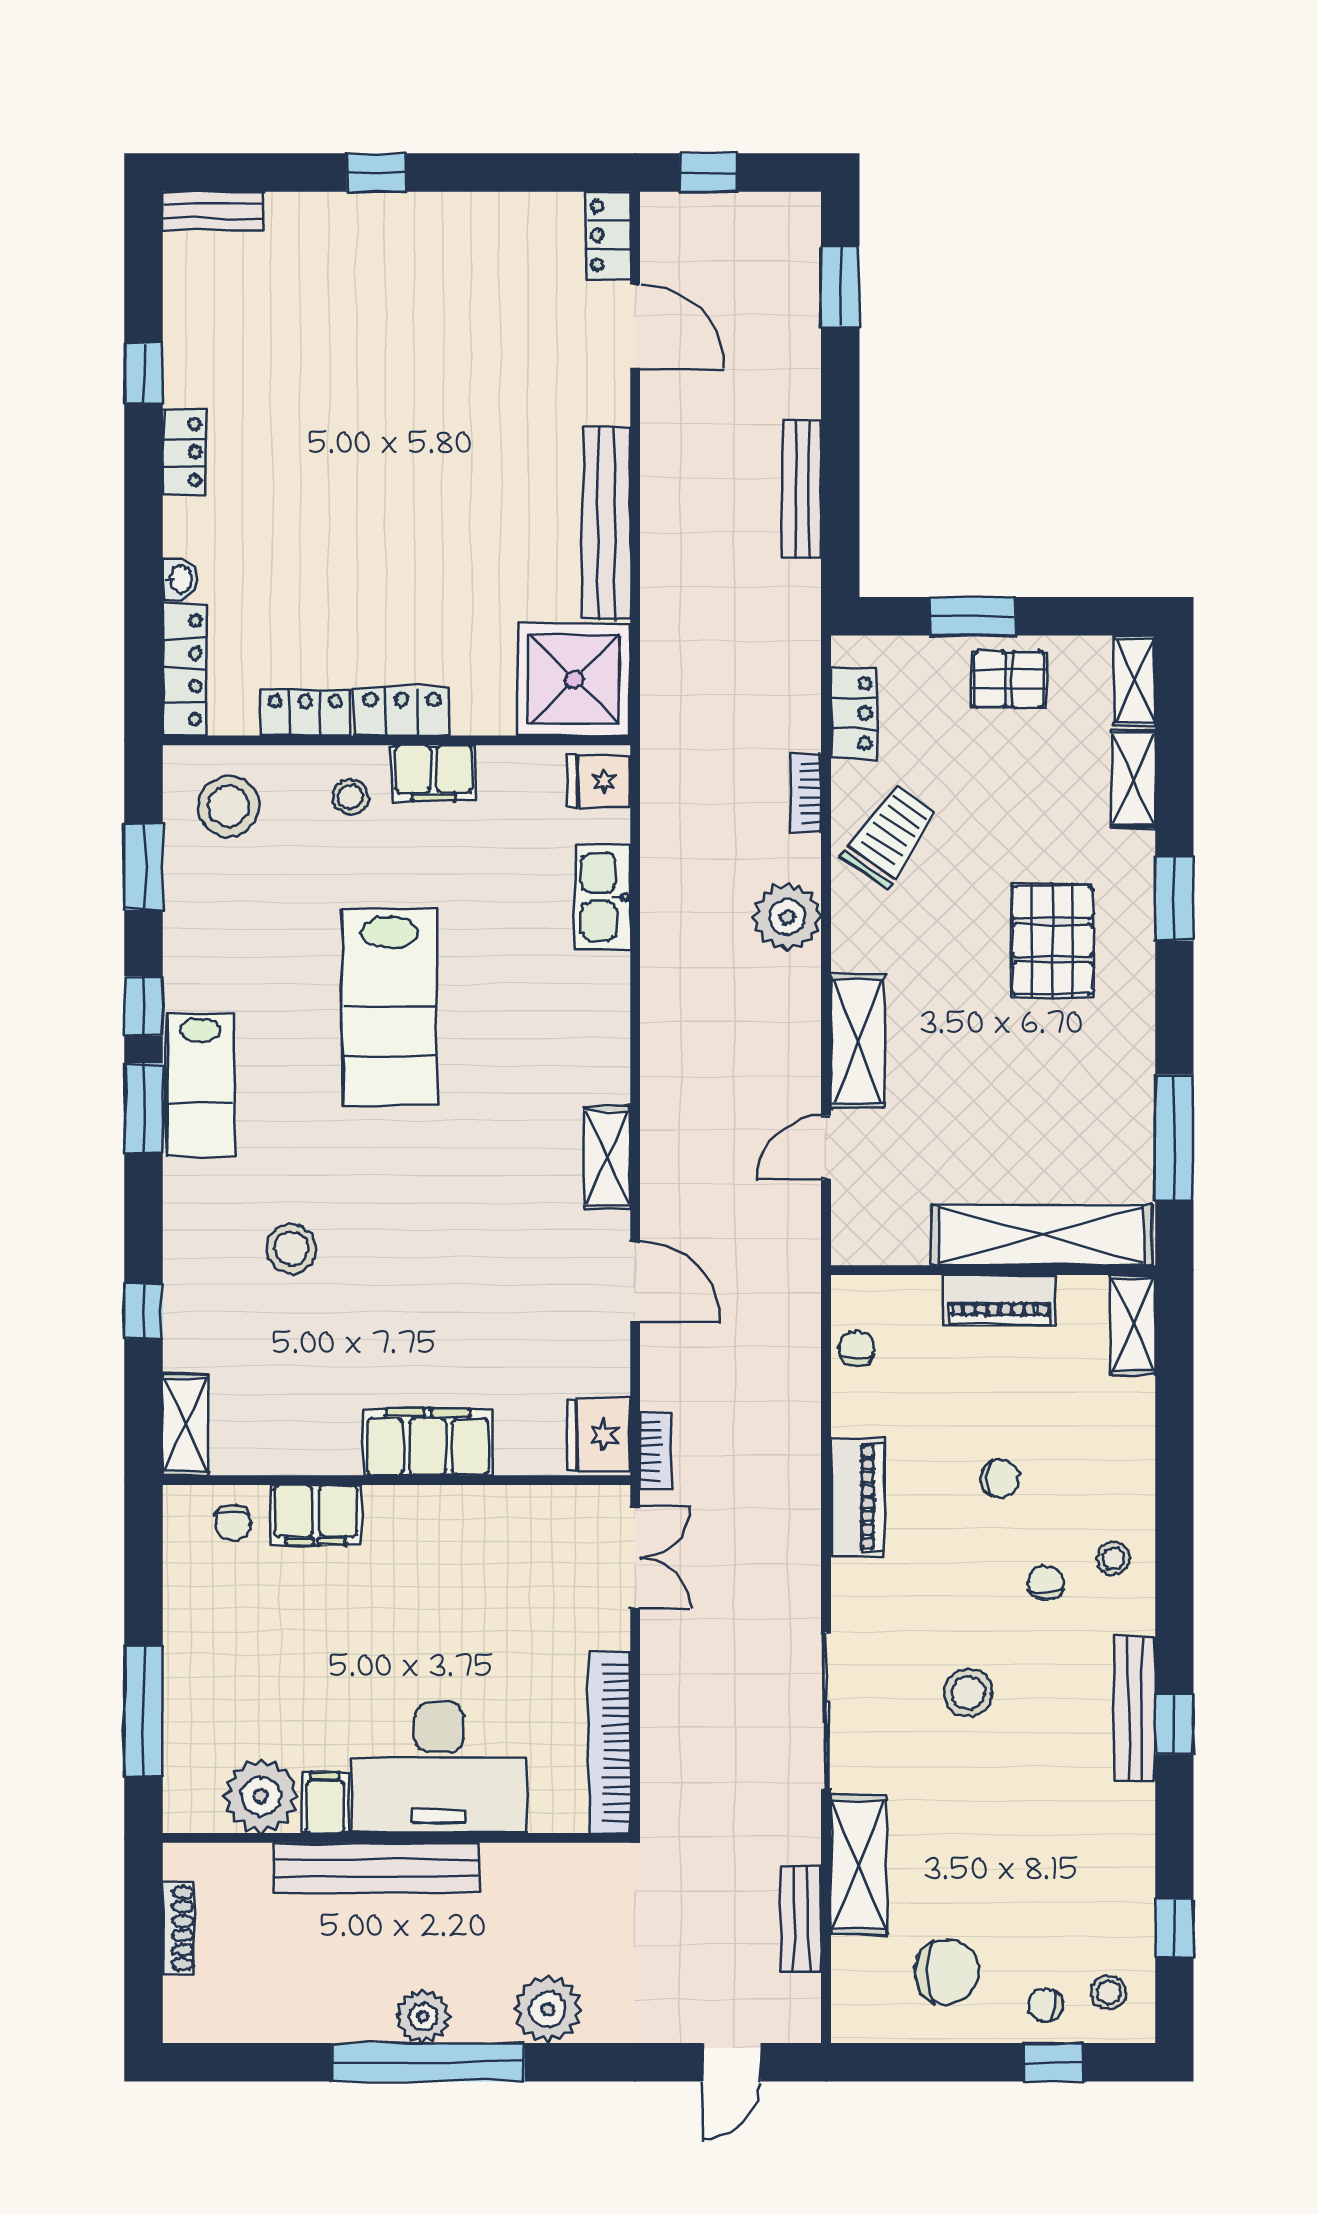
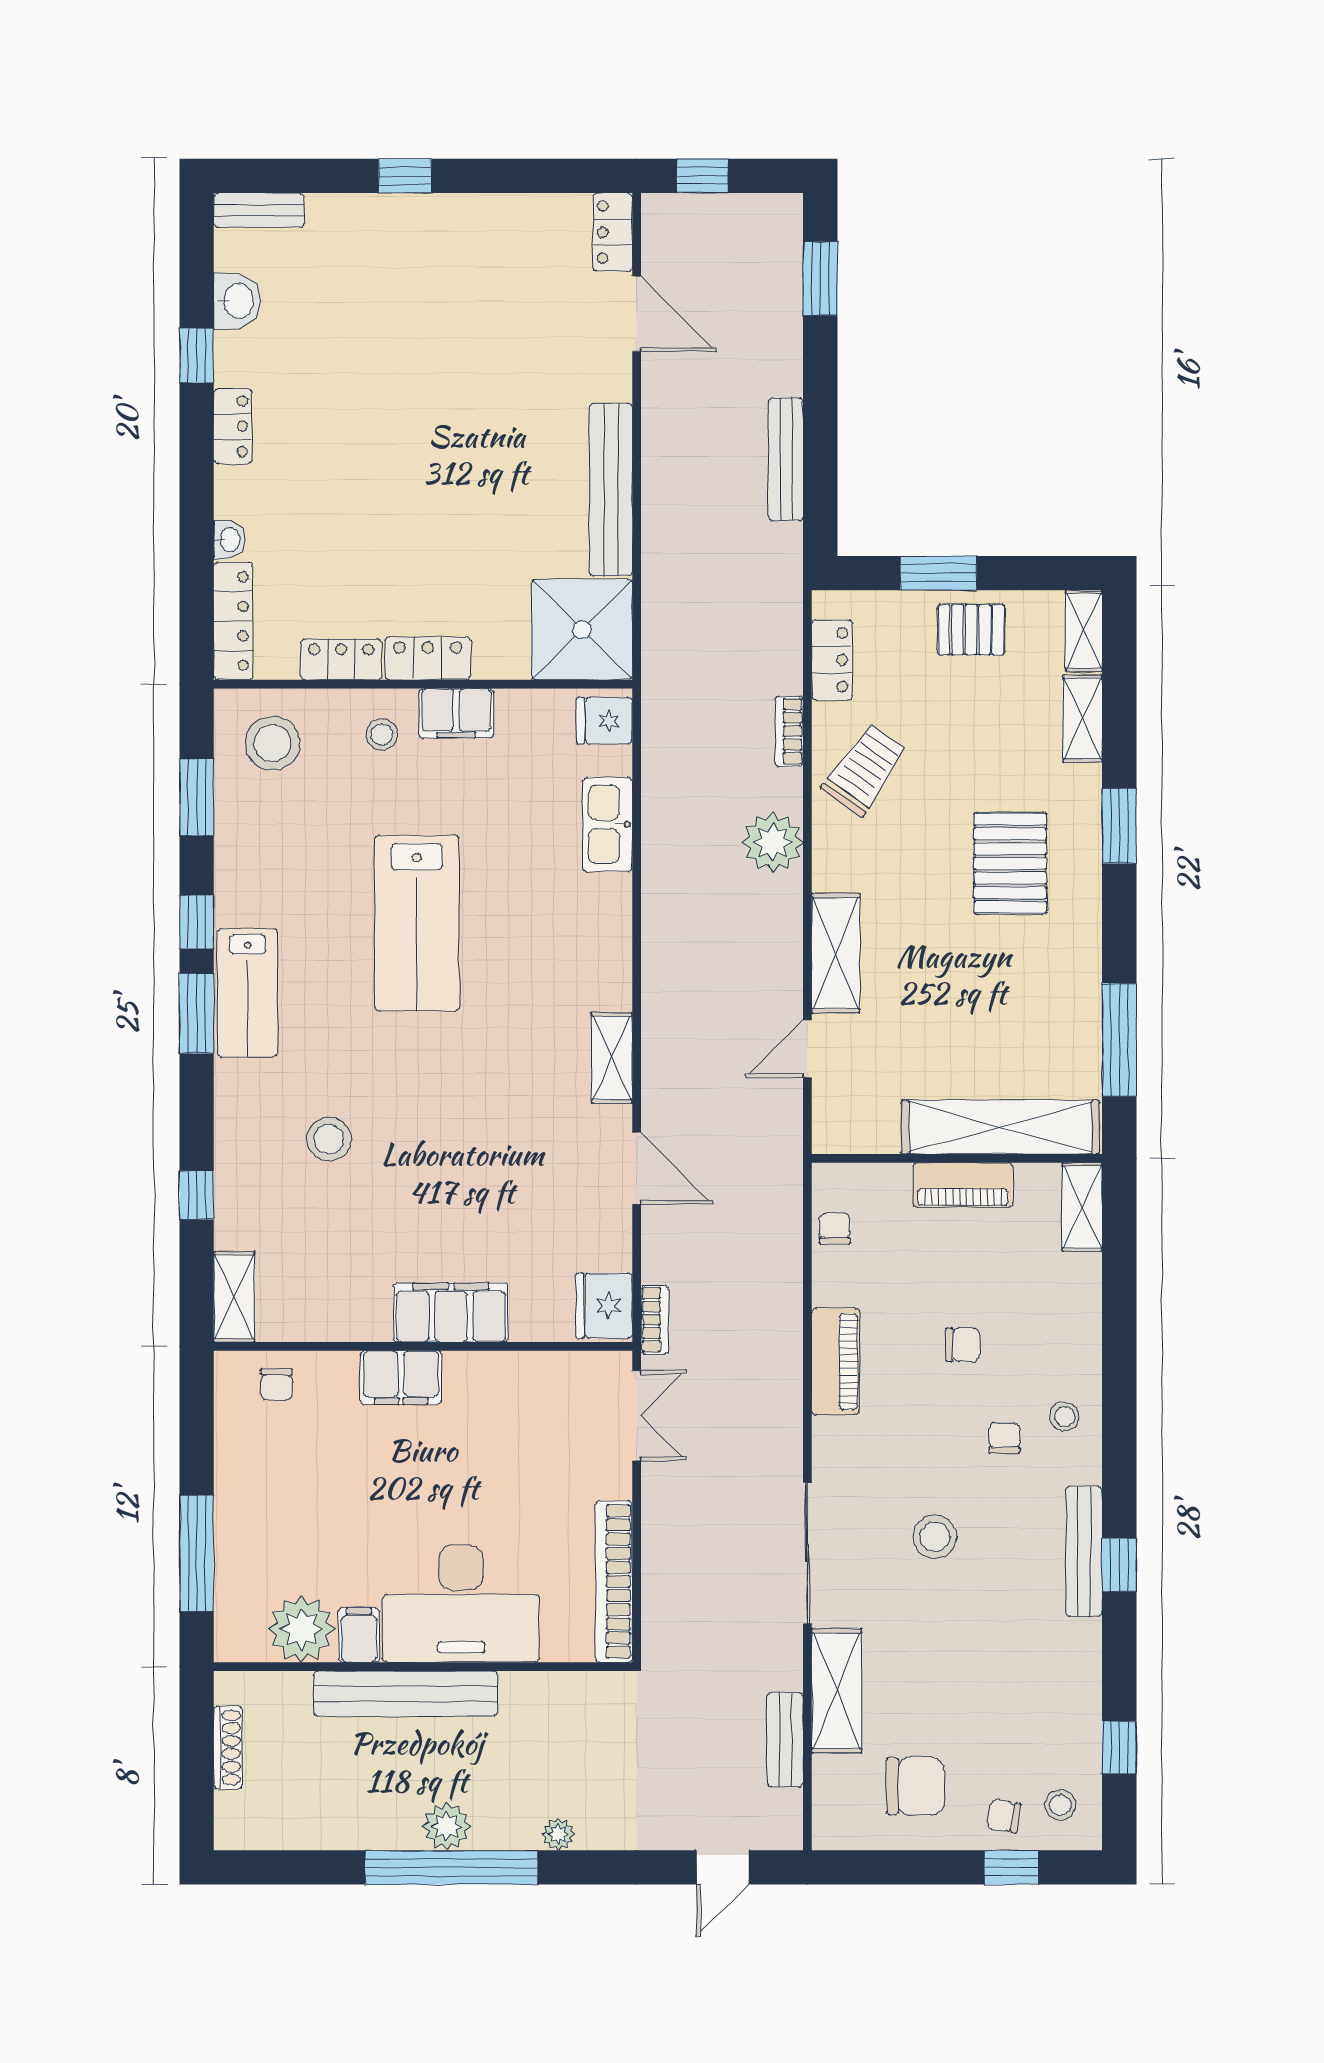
washbasin: (189, 312) -> (237, 301), added
filing cabinet: (316, 1515) -> (401, 1378), moved
plant: (548, 2009) -> (558, 1834), width x0.53, depth x0.53

